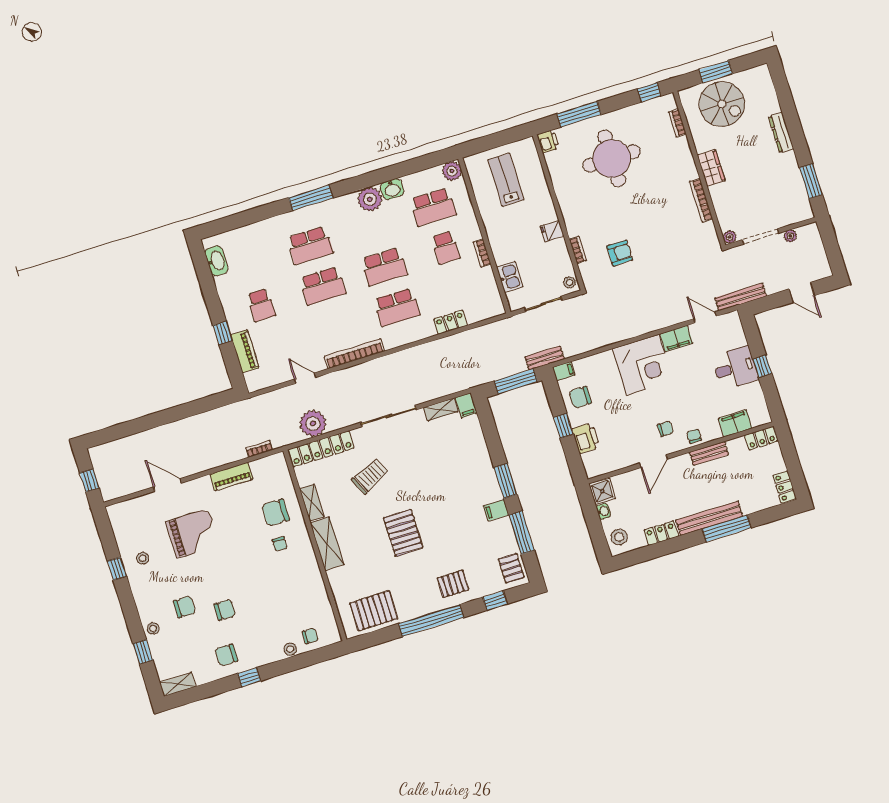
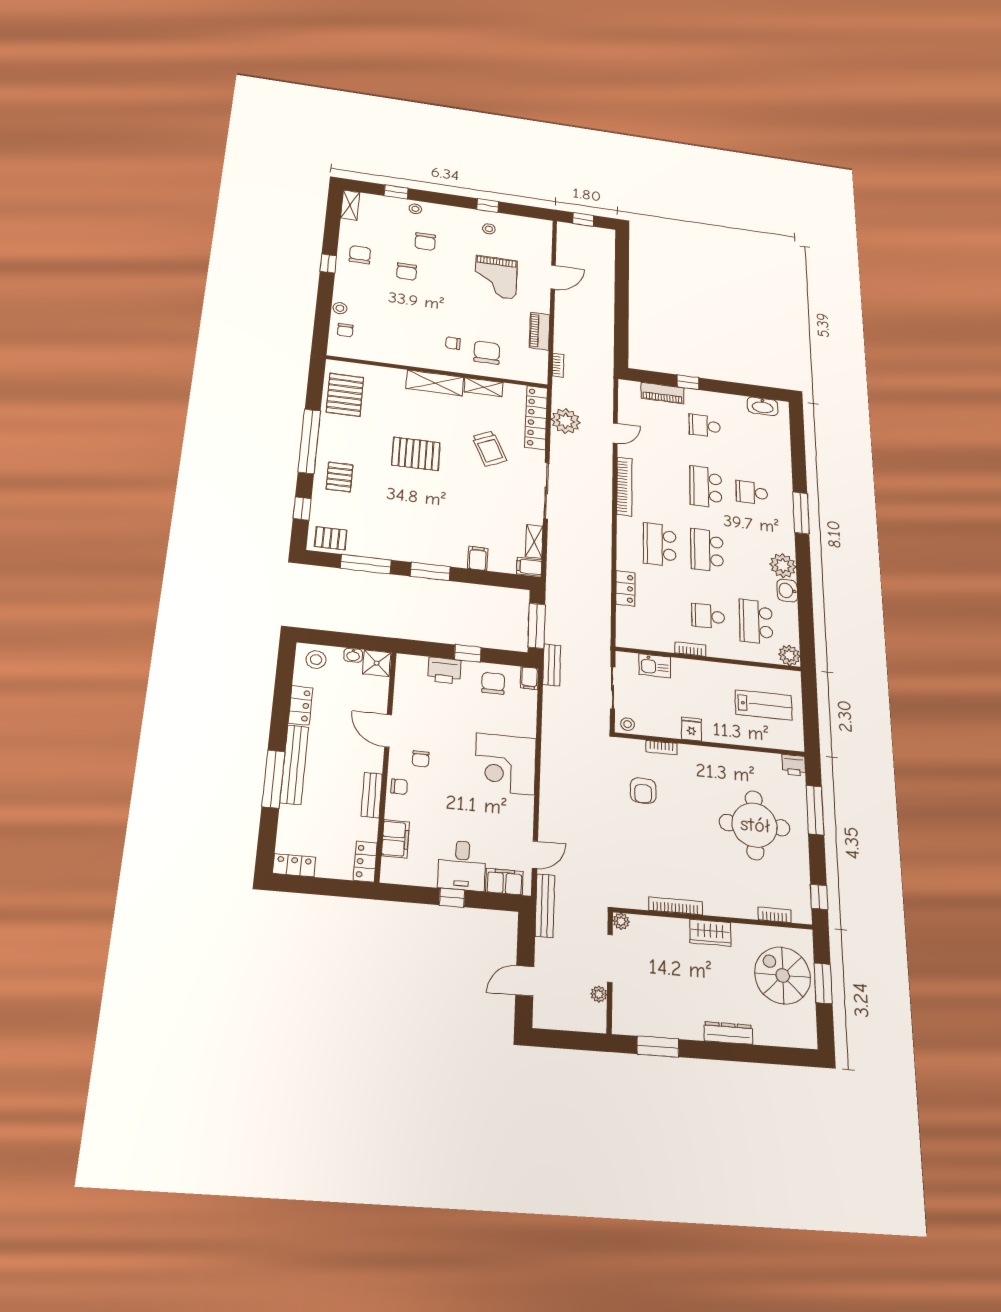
spiral stairs: (722, 104) -> (783, 975), turned 90
school desk: (310, 245) -> (752, 493), width x0.54
filing cabinet: (676, 339) -> (504, 882), moved, turned 90
filing cabinet: (496, 510) -> (478, 558), moved

